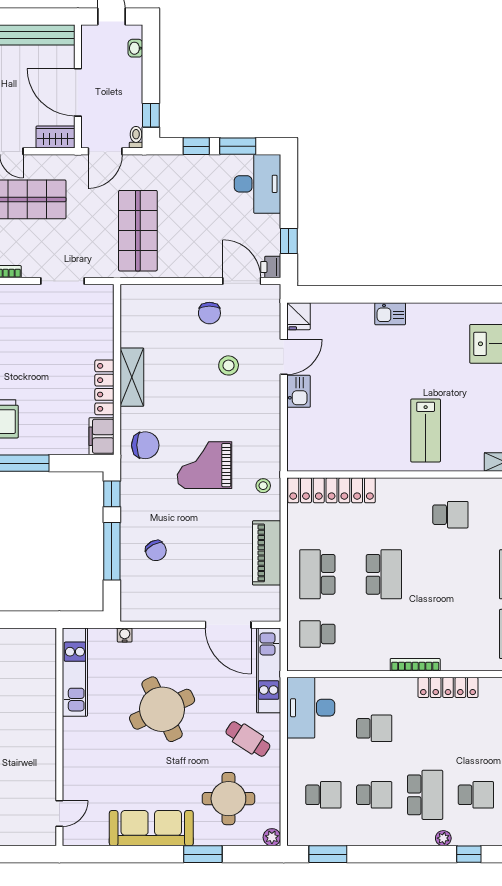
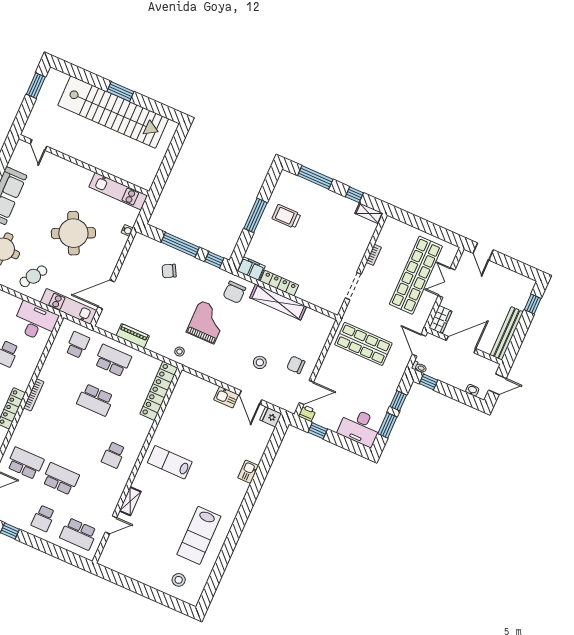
shelving: (132, 377) -> (278, 302), width x1.47
piano: (267, 553) -> (133, 336), width x0.73, depth x0.75

